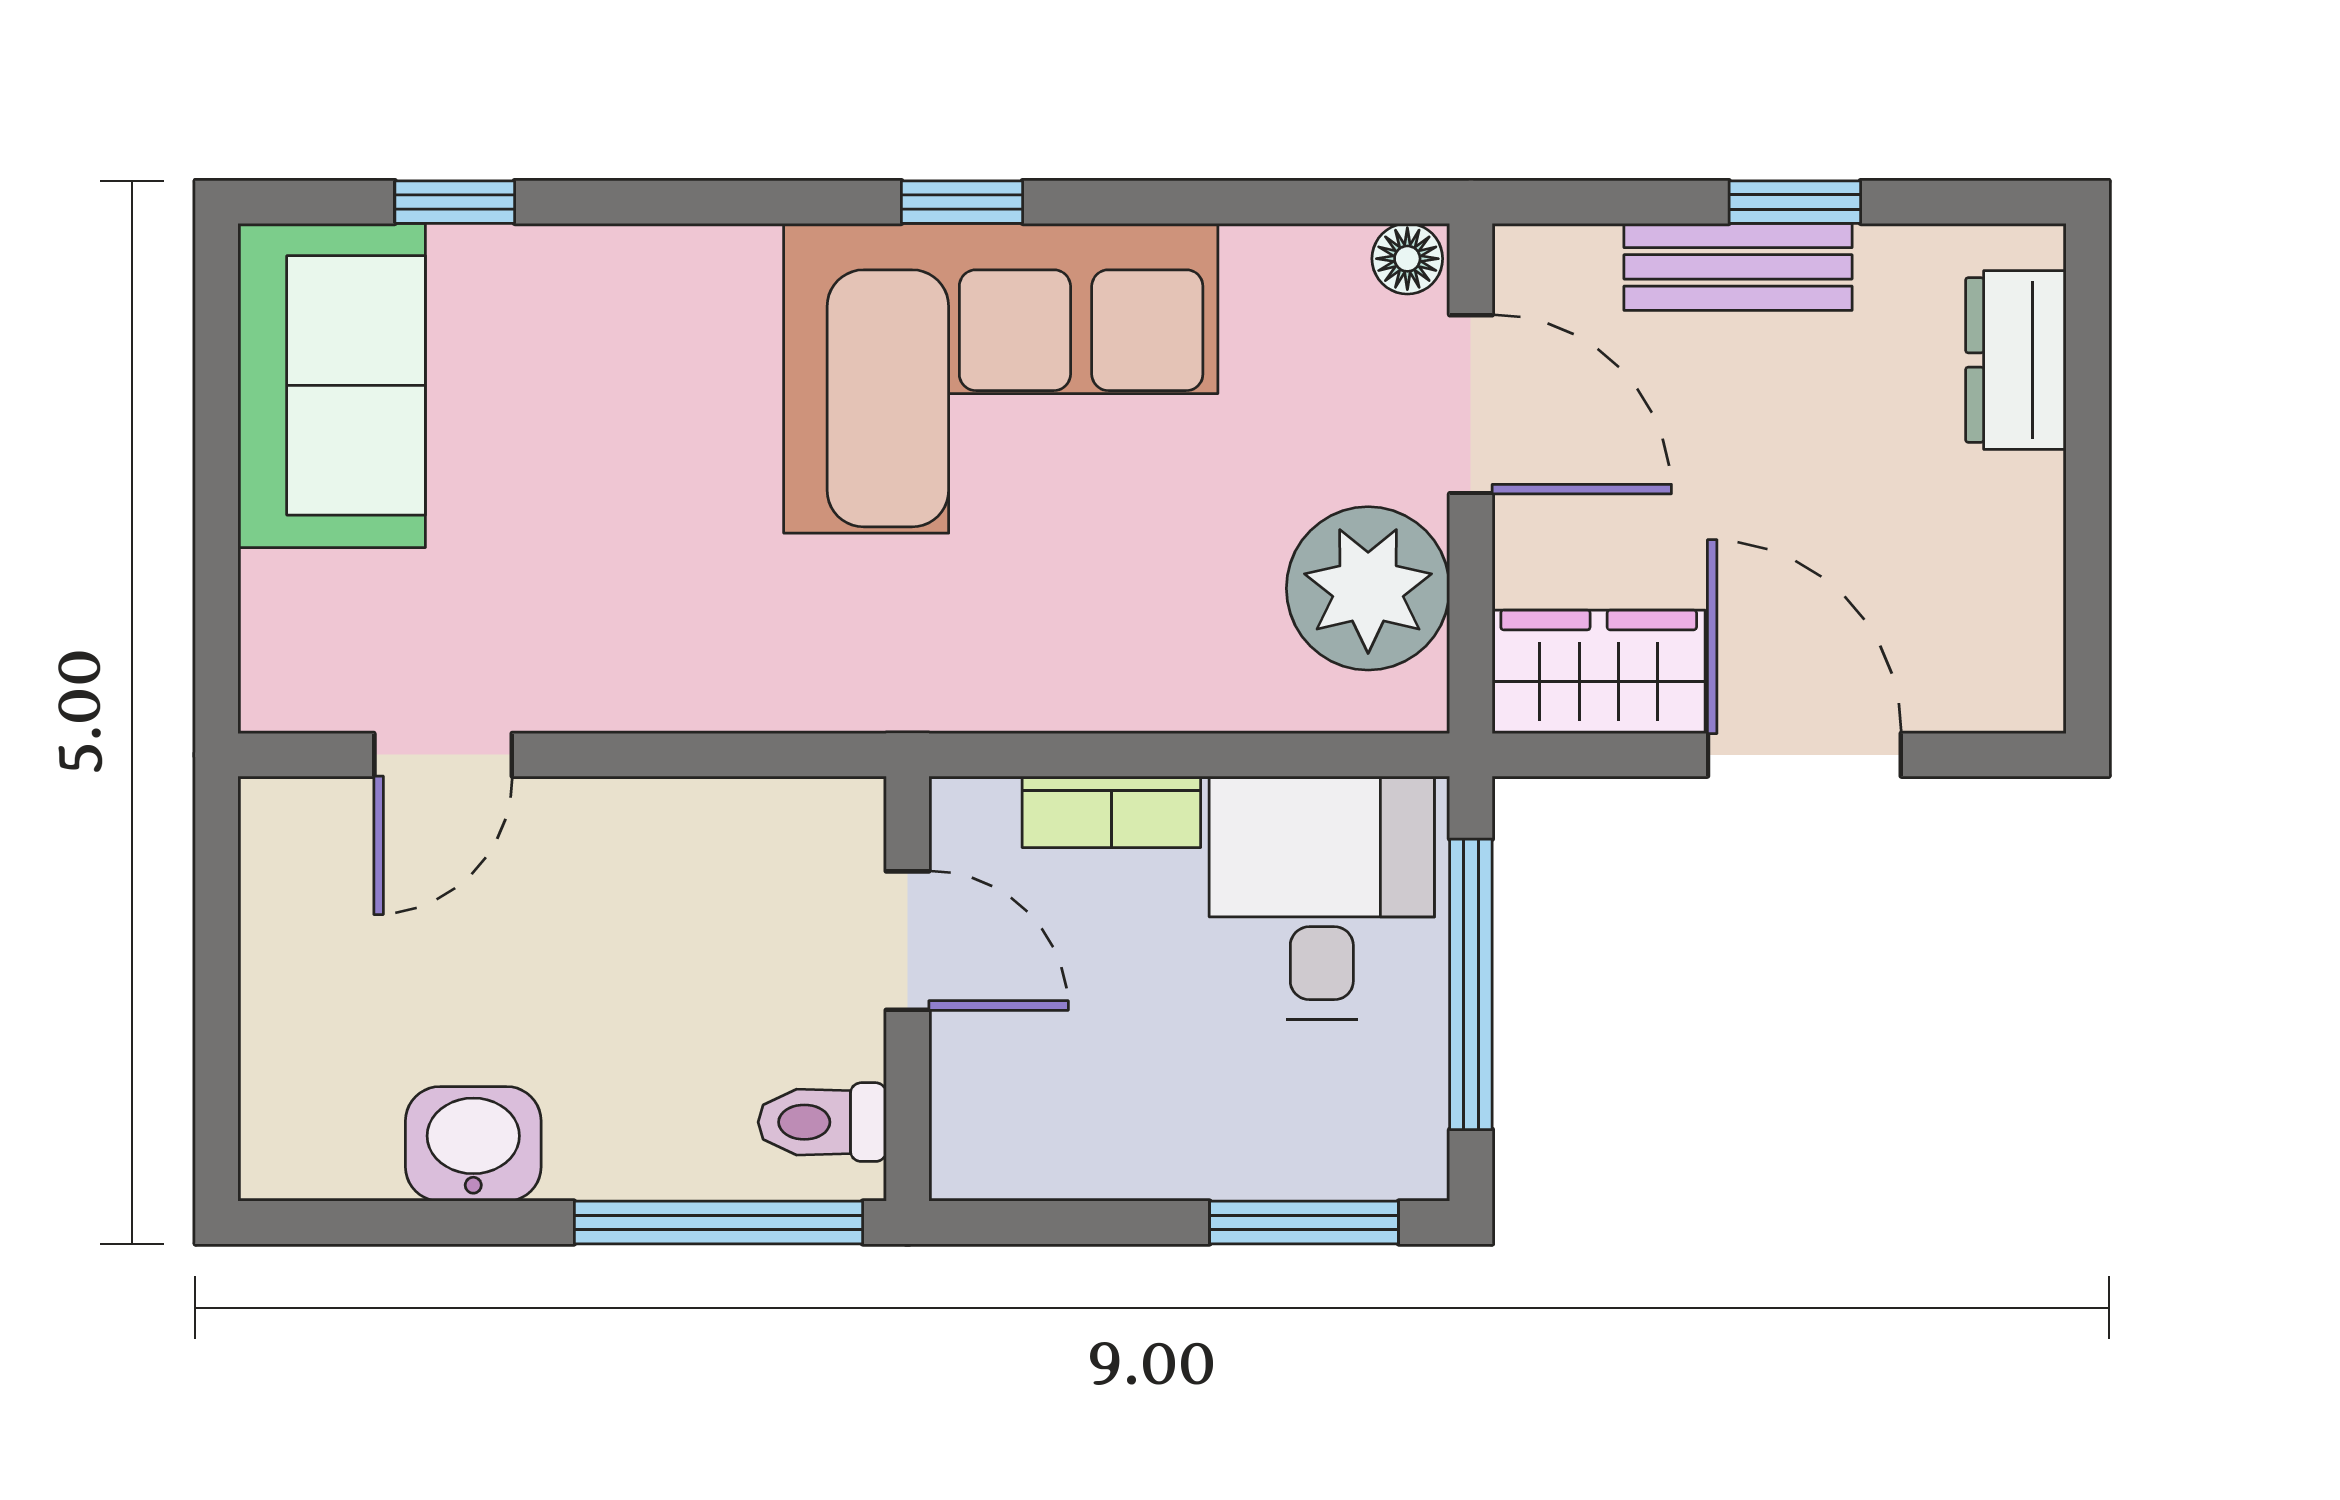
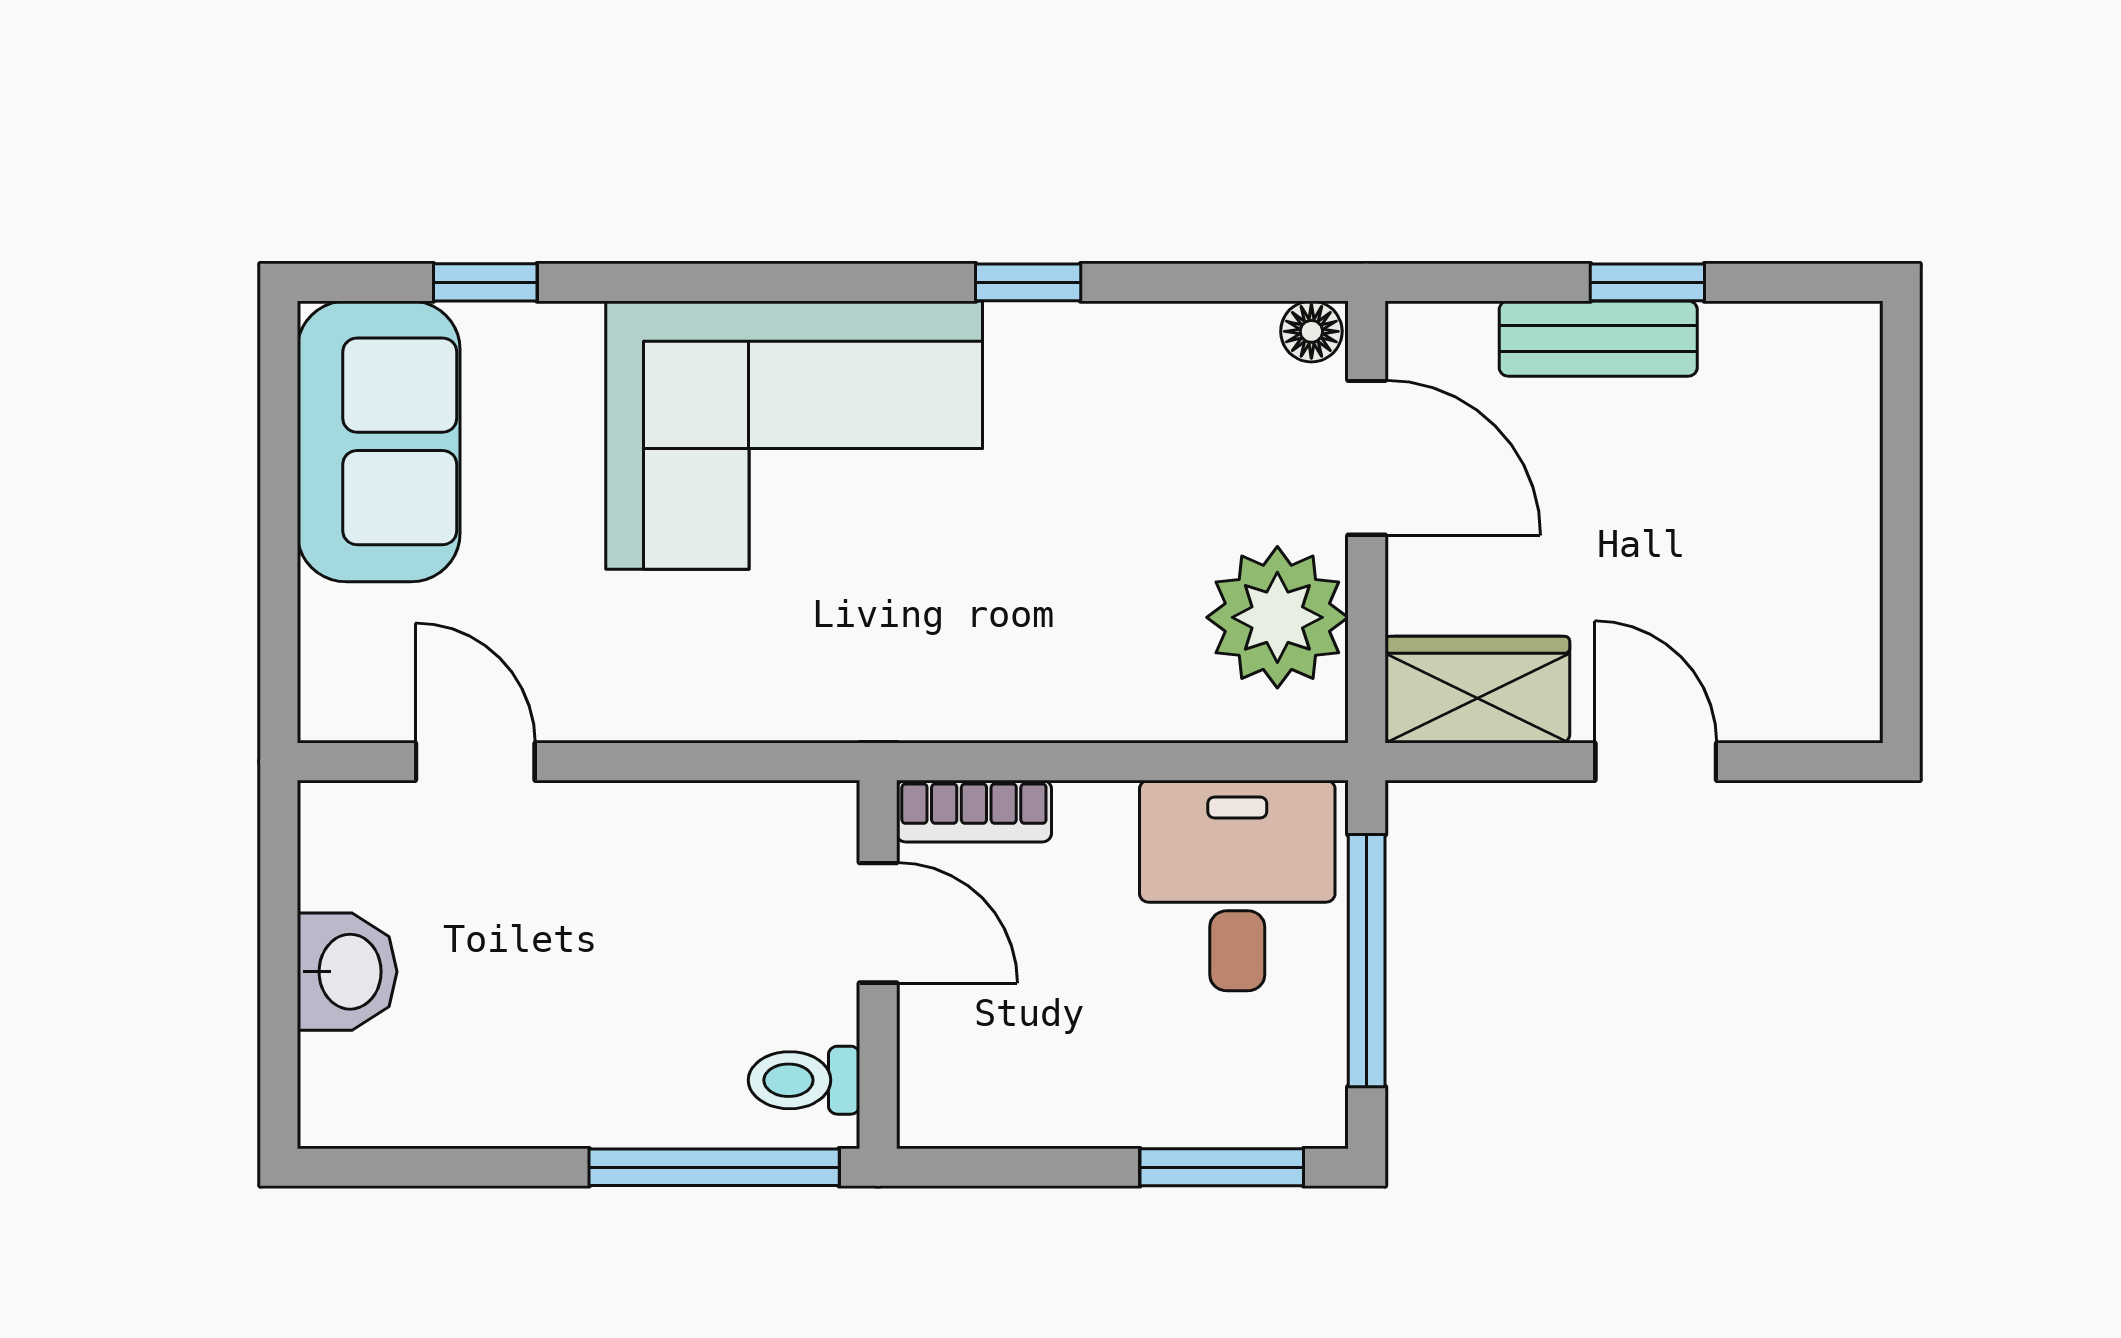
window: (962, 202) -> (1028, 282), moved
dresser: (2016, 360) -> (1839, 419), removed
corner sofa: (1001, 378) -> (794, 435), moved
door: (443, 755) -> (475, 762), swing flipped
door: (1804, 755) -> (1656, 762), width x0.73
bookcase: (1111, 812) -> (974, 811), moved
washbasin: (473, 1144) -> (347, 972), moved, turned 90

